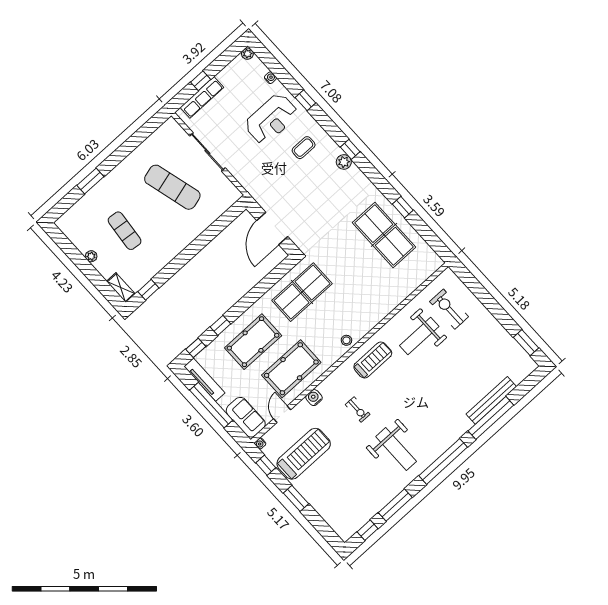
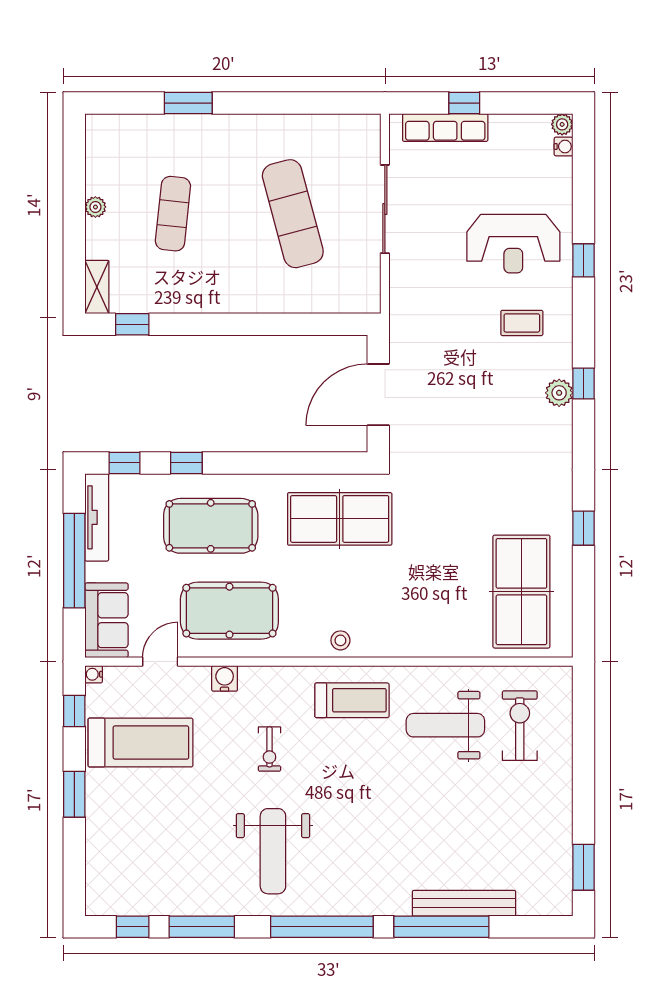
water cooler: (270, 78) -> (563, 146), moved
table tennis table: (384, 235) -> (521, 592), moved

